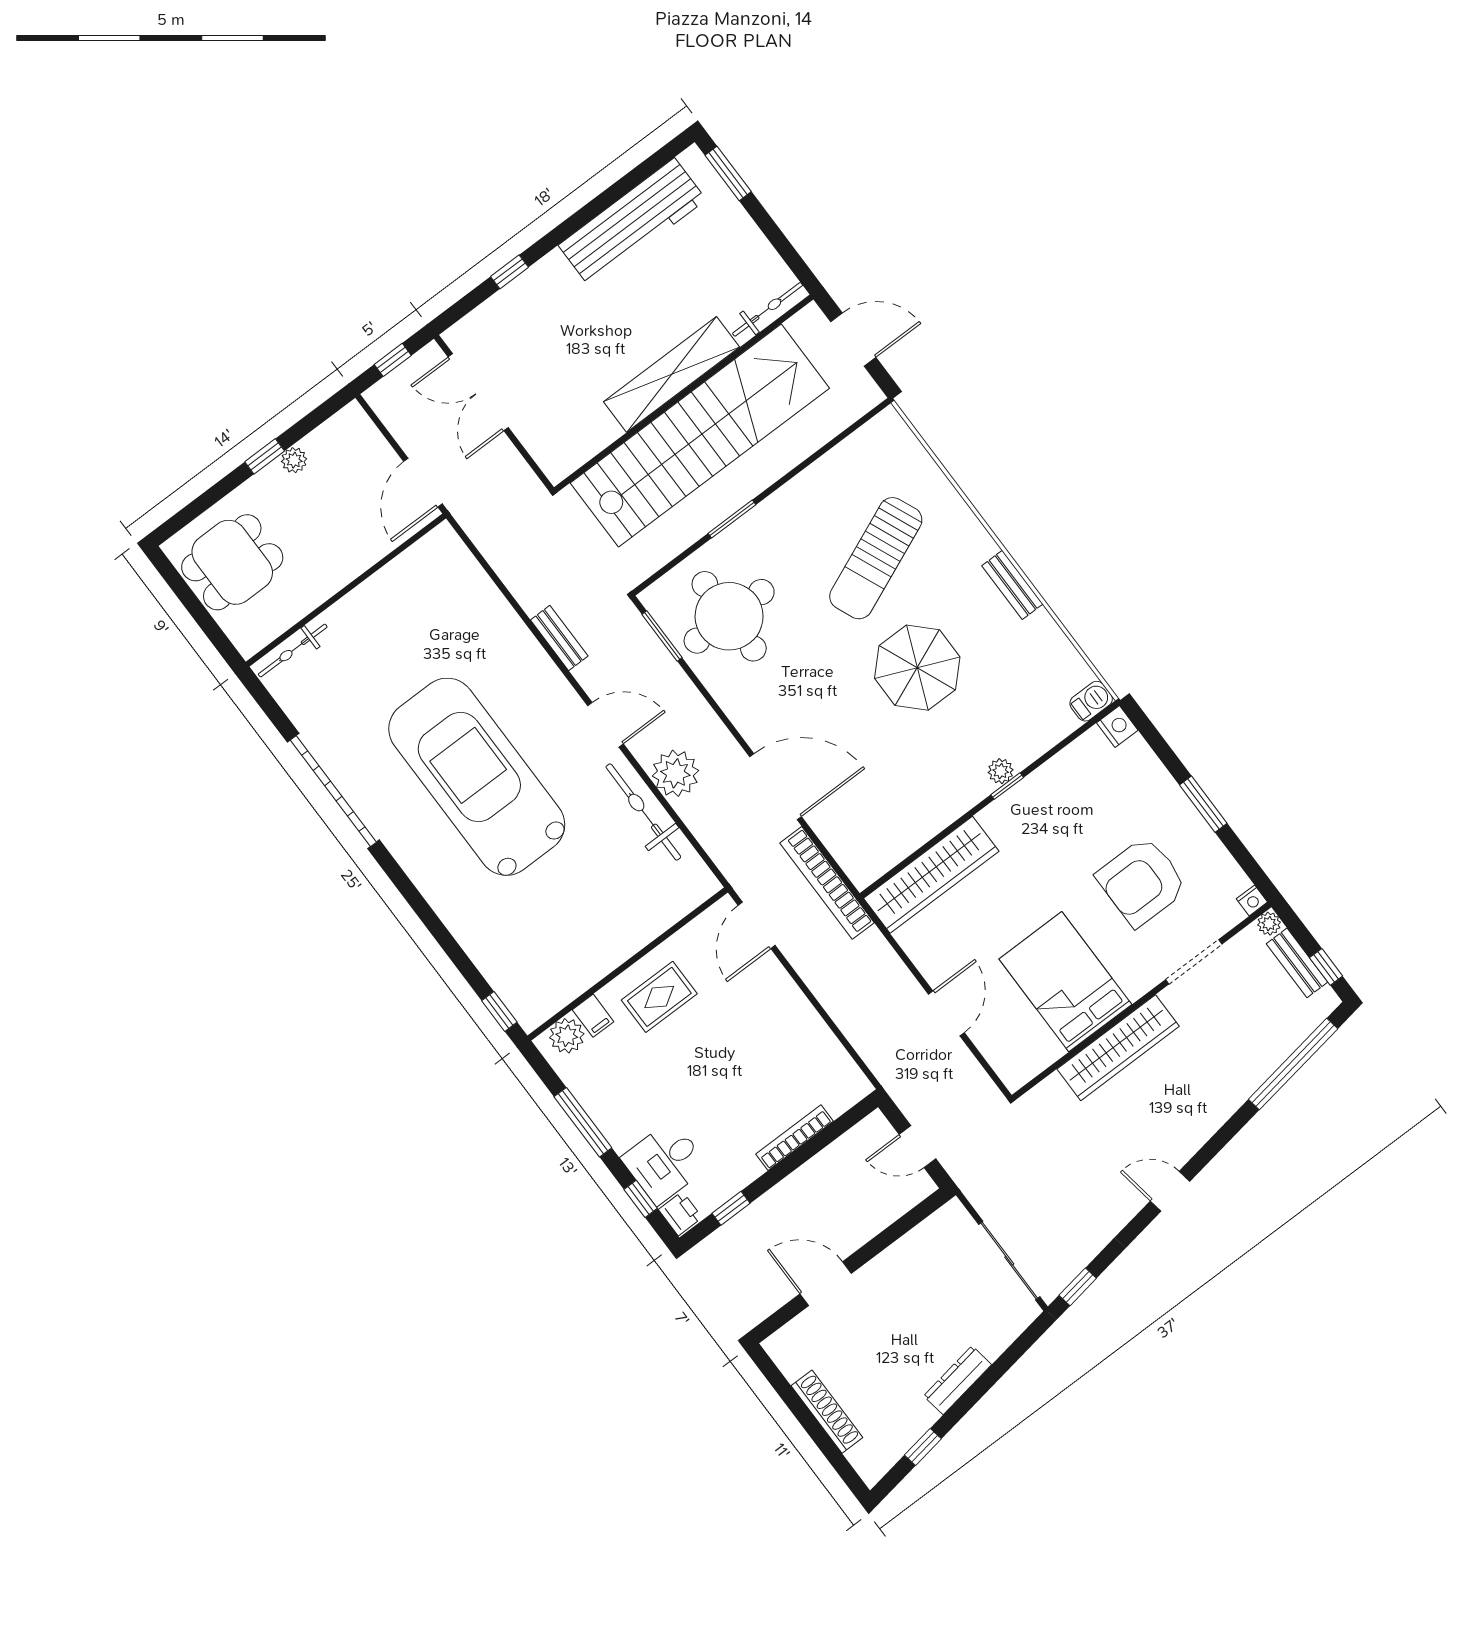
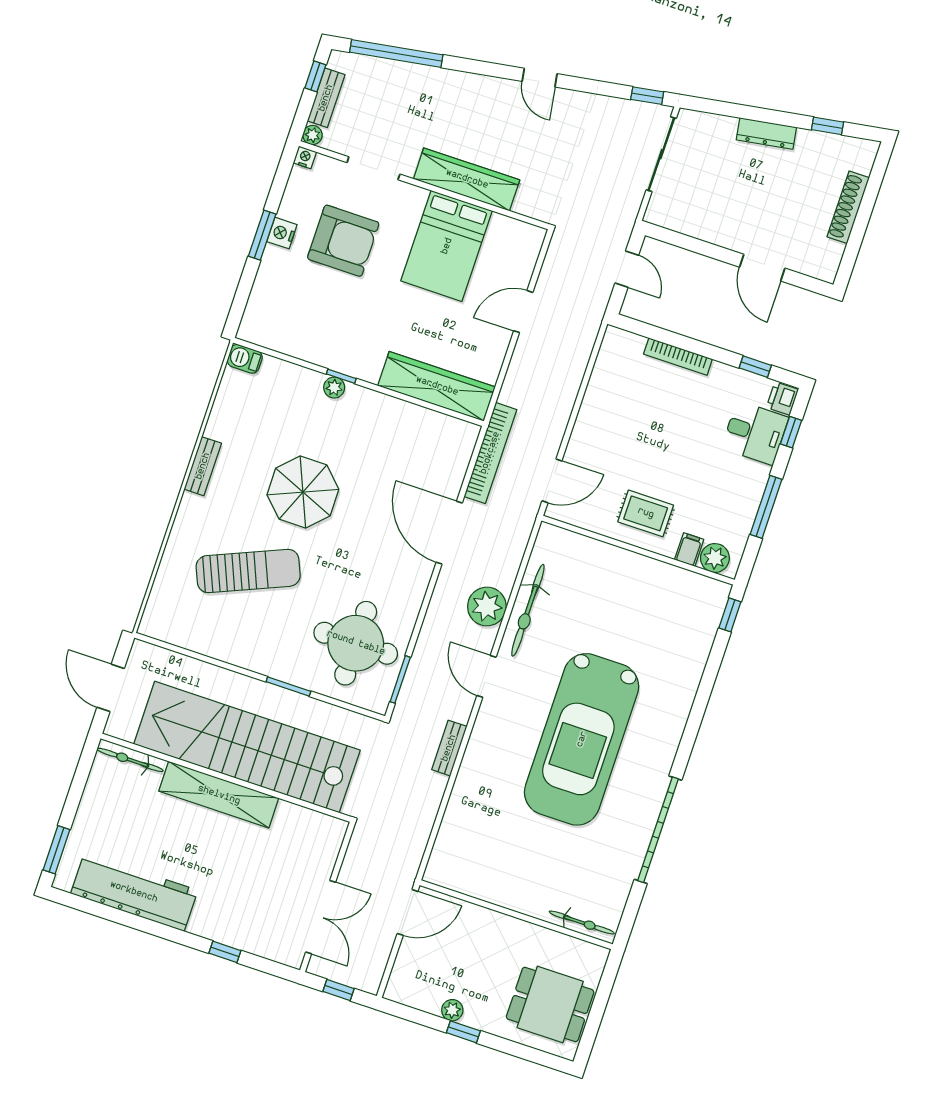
nightstand: (1117, 726) -> (282, 233), moved

